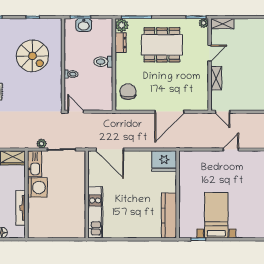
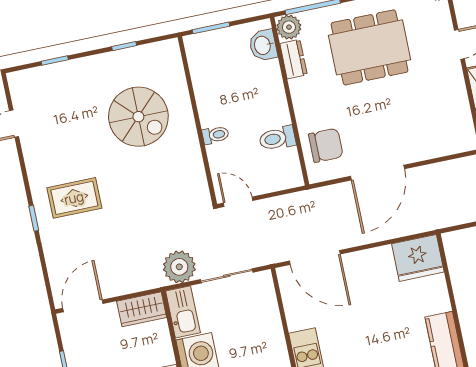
washbasin: (84, 25) -> (263, 45), moved, turned 90
toilet: (103, 62) -> (277, 138), moved
chair: (128, 92) -> (326, 145), turned 90
door: (169, 112) -> (377, 173), moved
plant: (42, 144) -> (179, 267), width x1.87, depth x1.87

